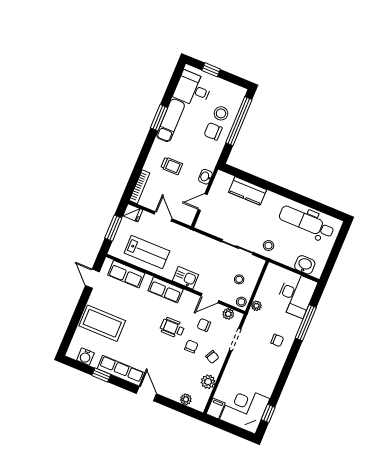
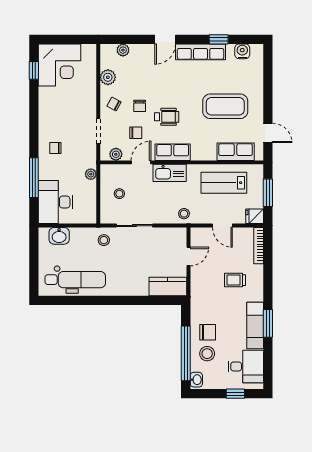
washbasin: (205, 177) -> (196, 380), moved
kitchen counter: (248, 191) -> (168, 287), moved
kitchen sink: (185, 278) -> (170, 173), width x1.38
row of seats: (166, 290) -> (173, 152), moved
stool: (241, 302) -> (184, 214), moved
coffee table: (102, 323) -> (225, 106), moved
door: (146, 394) -> (165, 39), hinge flipped
filing cabinet: (216, 408) -> (89, 53), removed

